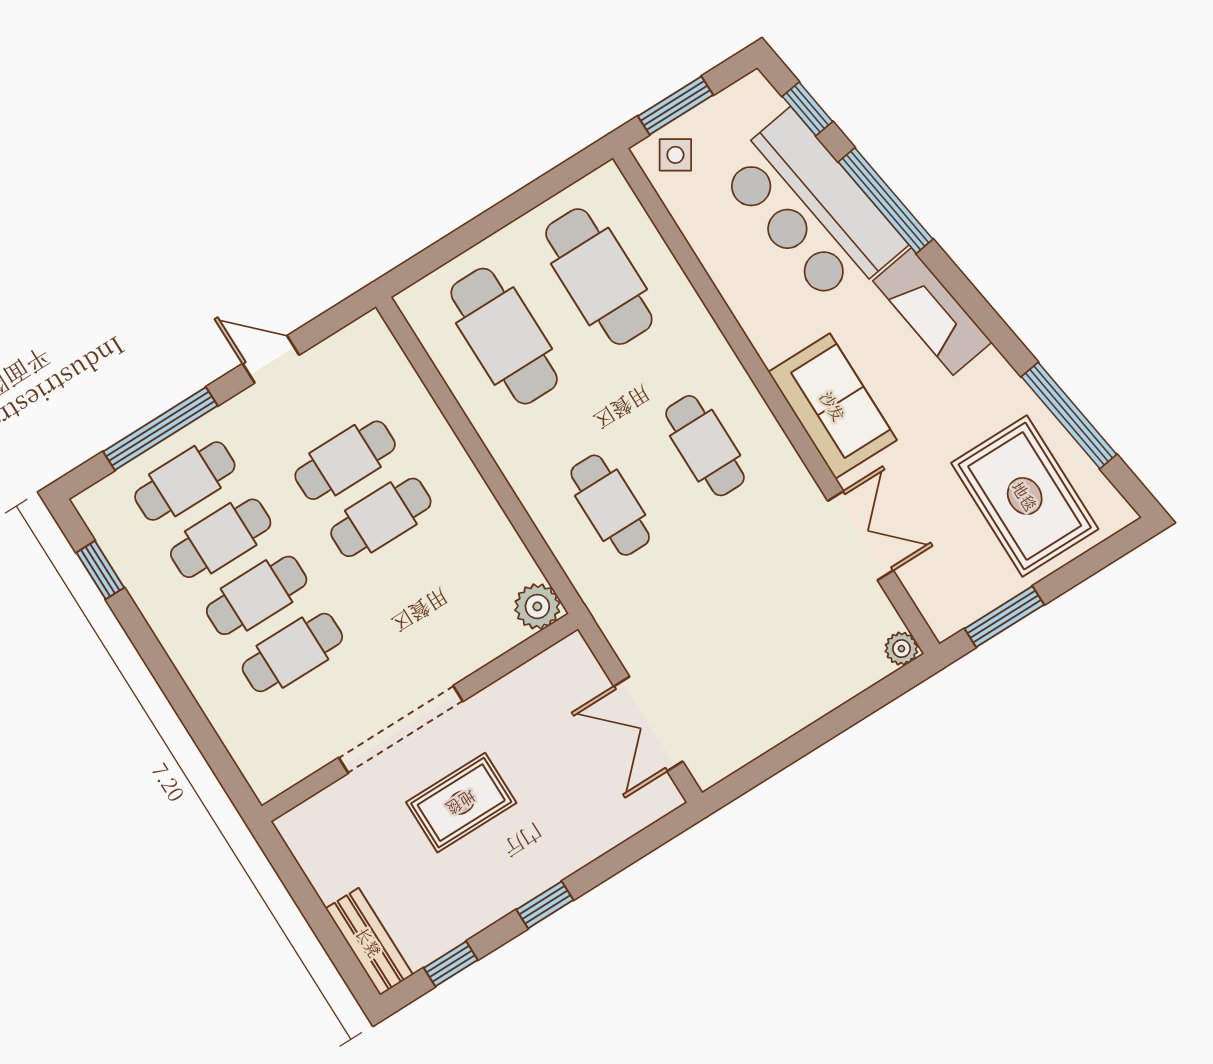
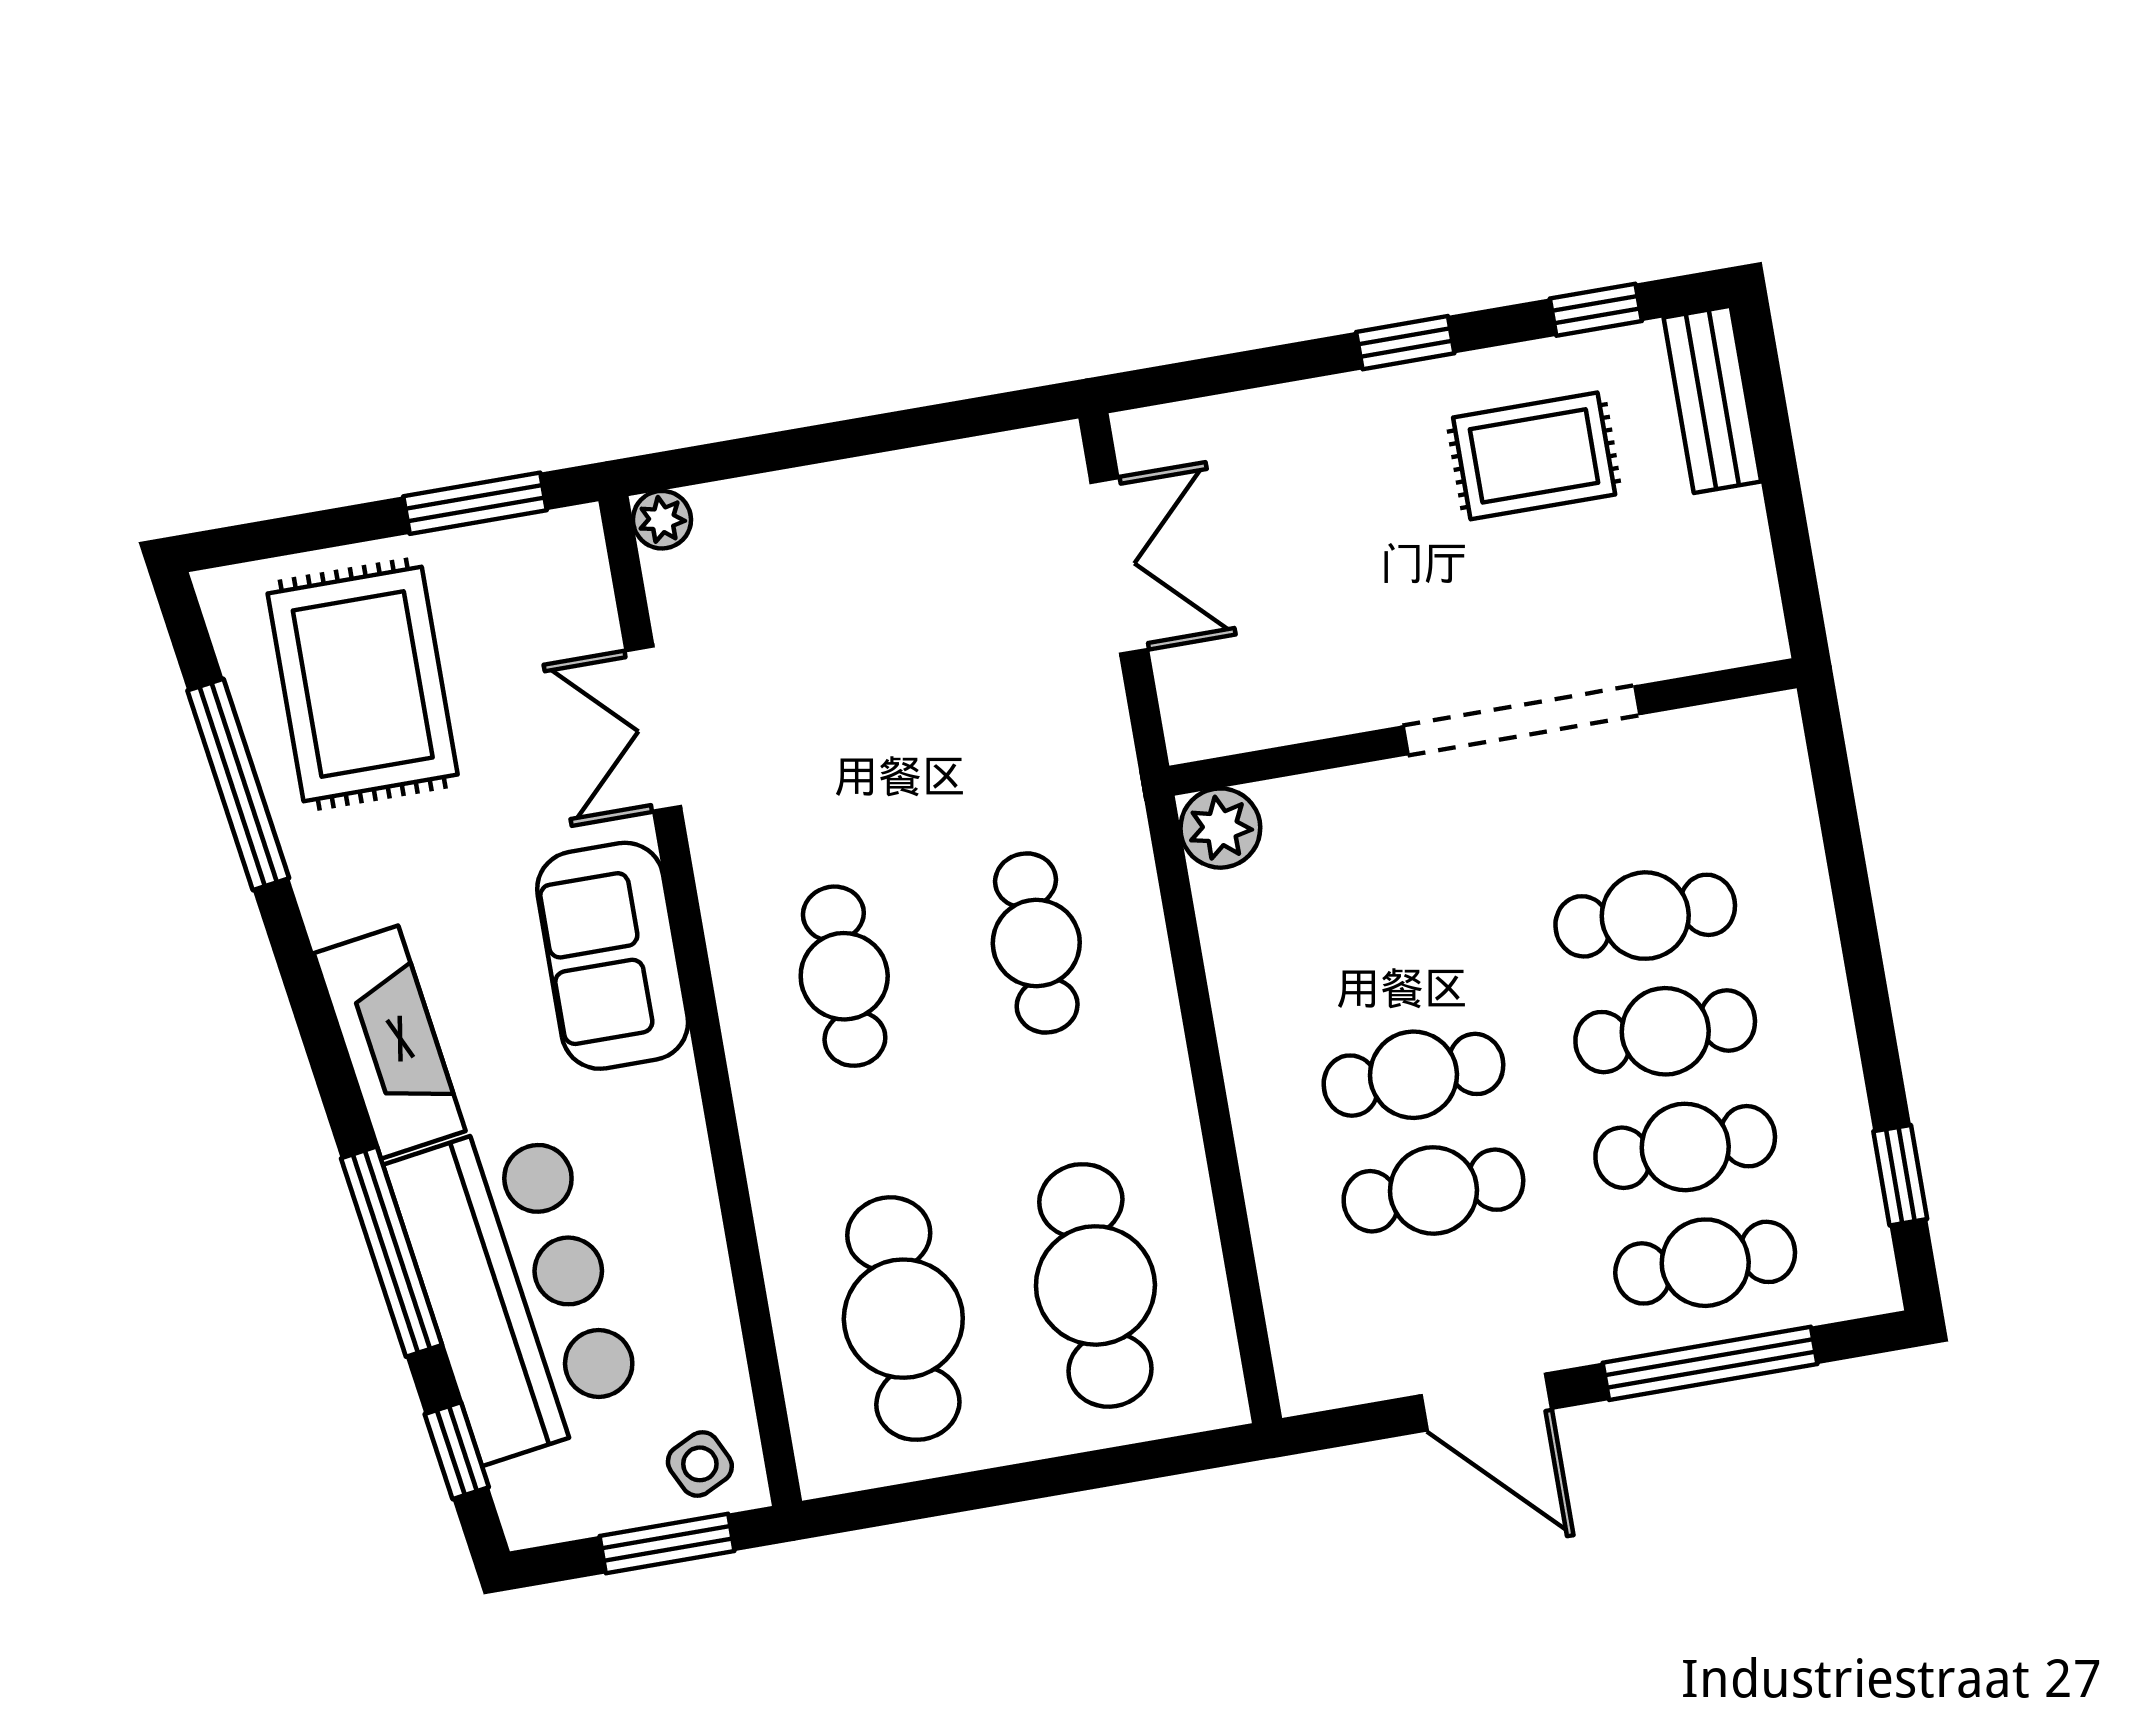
side table: (675, 155) -> (700, 1464), turned 32
door: (271, 359) -> (1486, 1402), width x1.37
rug: (461, 803) -> (1534, 456), moved

